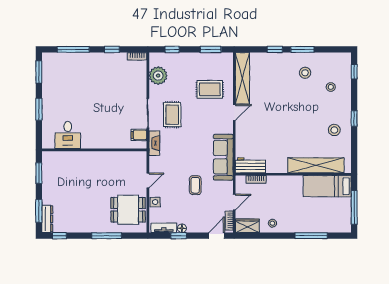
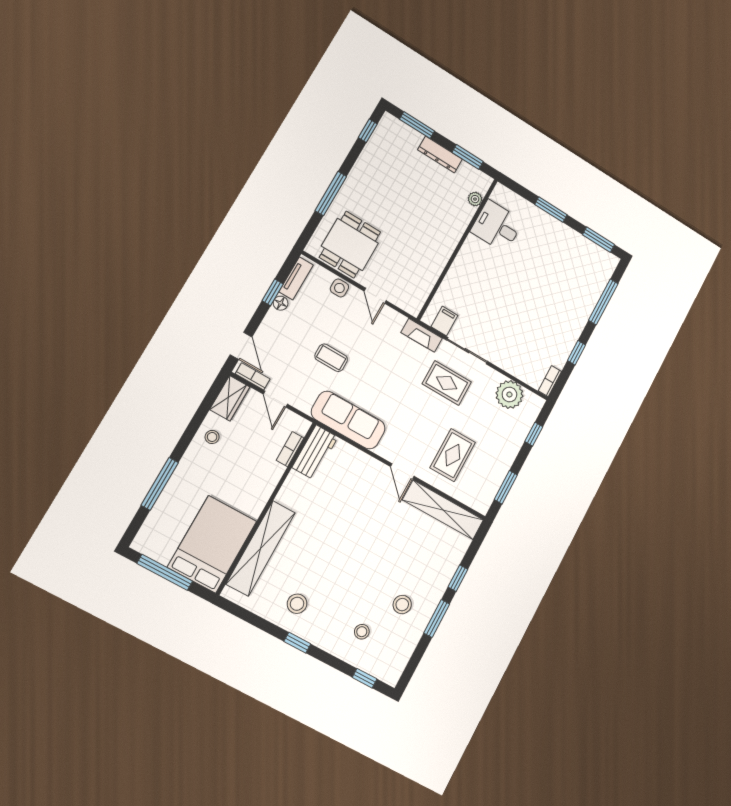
plant: (60, 156) -> (475, 199), added
bed: (327, 186) -> (212, 544), width x1.50
dresser: (47, 219) -> (440, 154), moved

